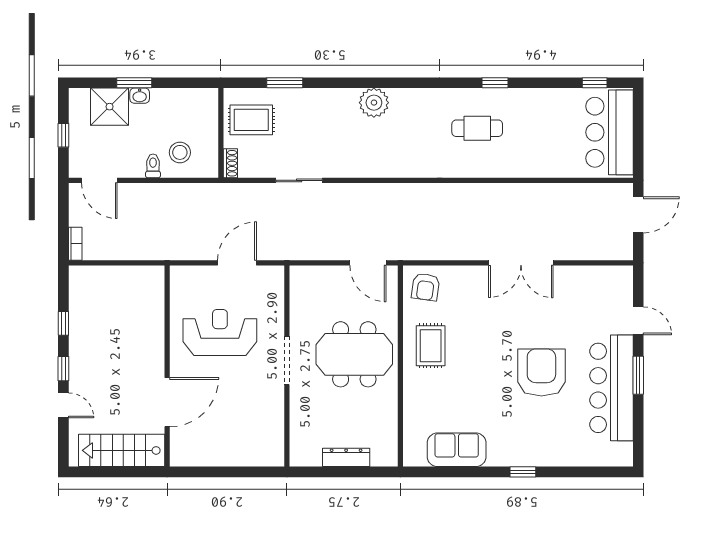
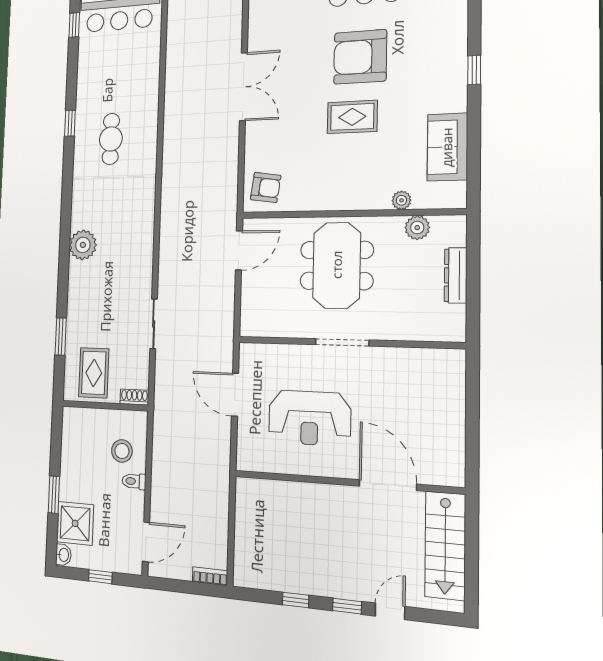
washbasin: (140, 96) -> (63, 555), moved
reception desk: (220, 332) -> (309, 418), turned -90
rug: (431, 346) -> (352, 117), moved
plant: (411, 411) -> (401, 200), added
plant: (387, 425) -> (417, 228), added

